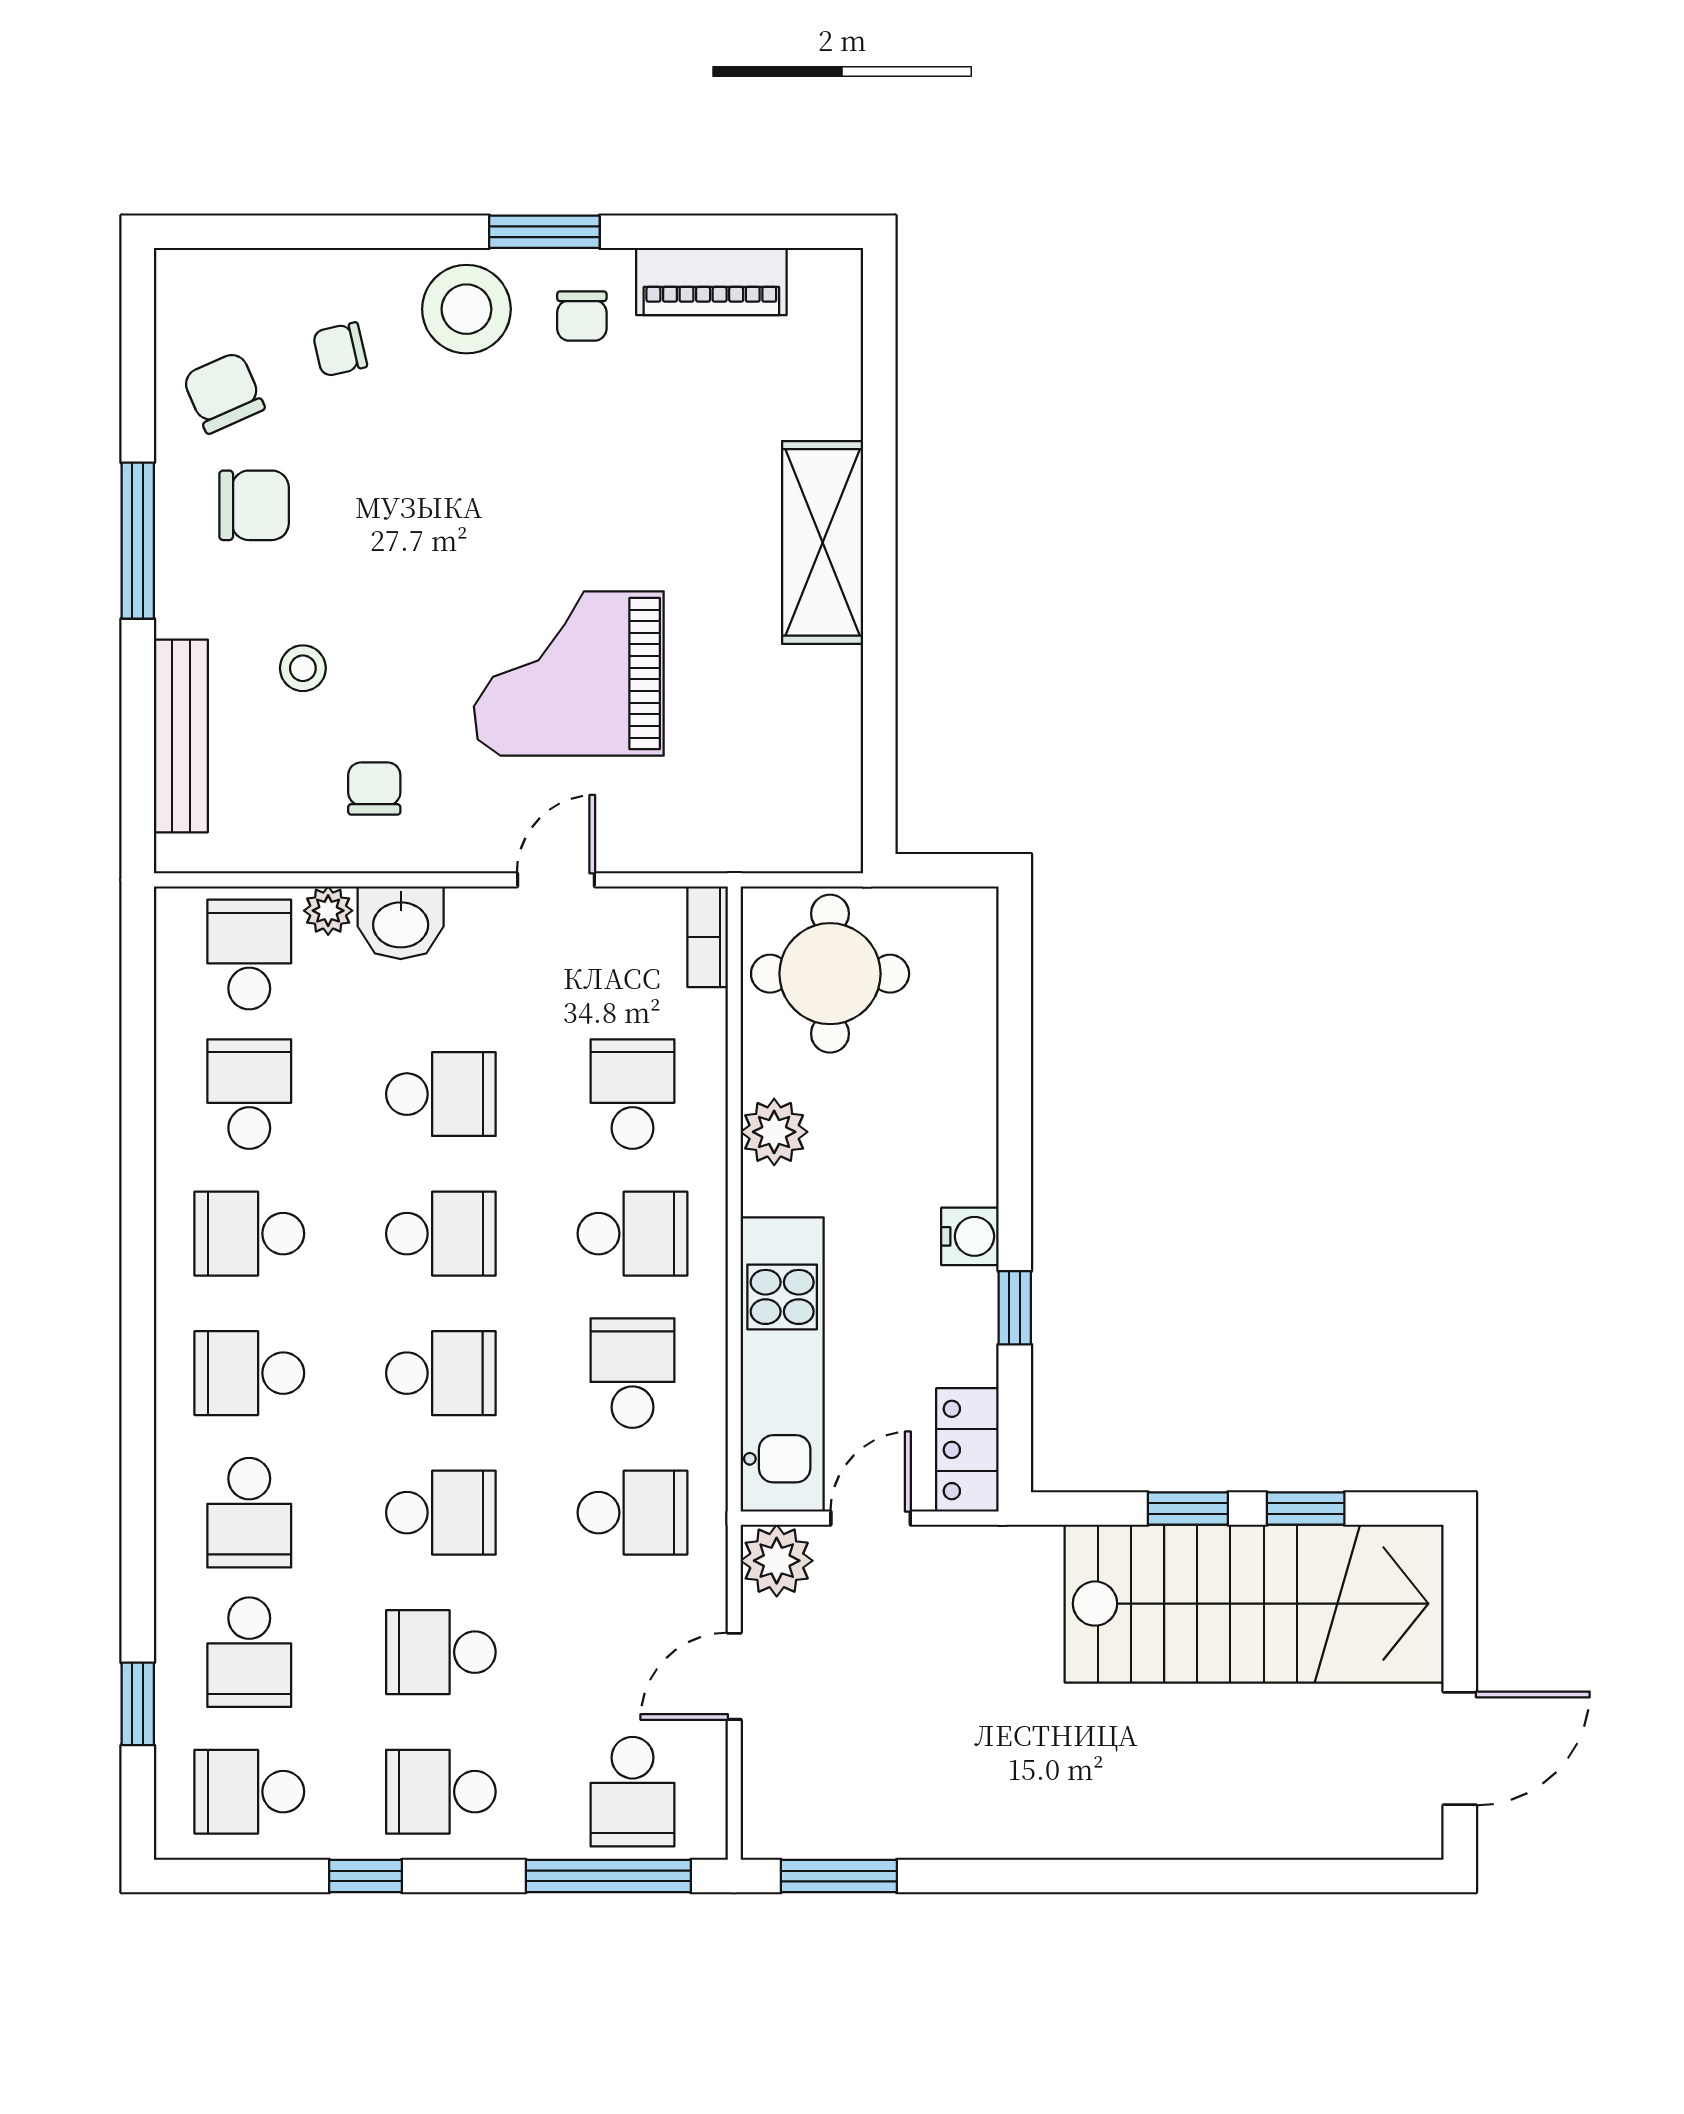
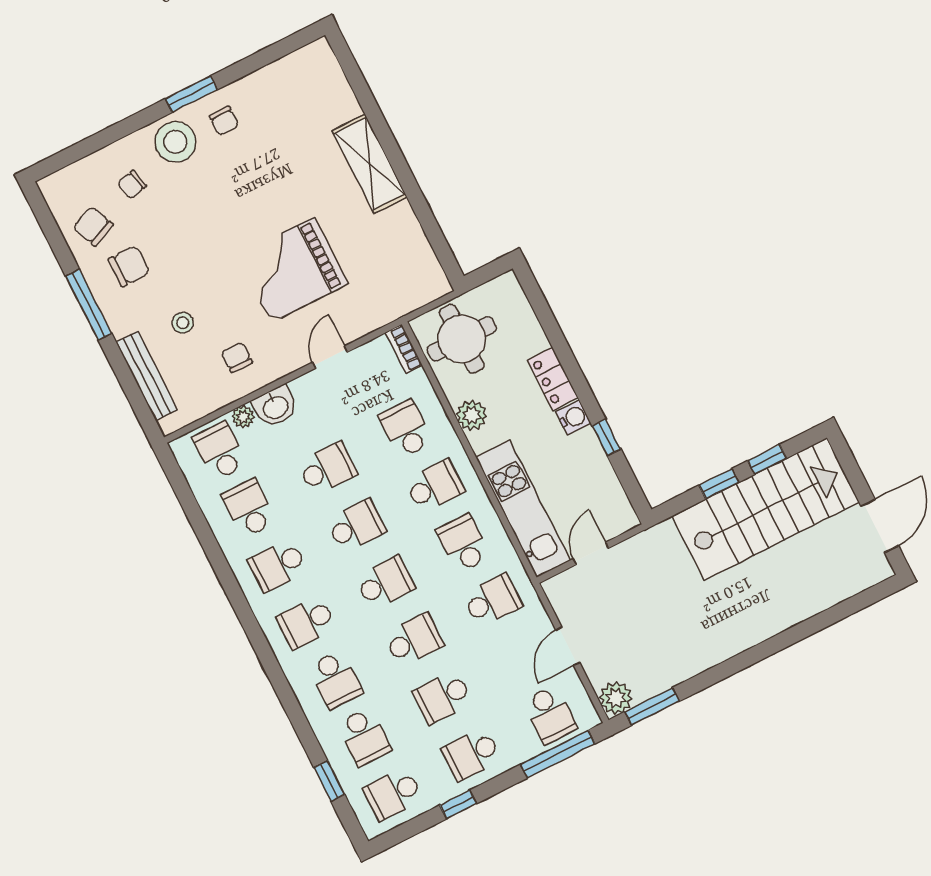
piano: (711, 282) -> (270, 80), removed
locker: (967, 1450) -> (553, 379), moved
plant: (777, 1561) -> (616, 698), moved

